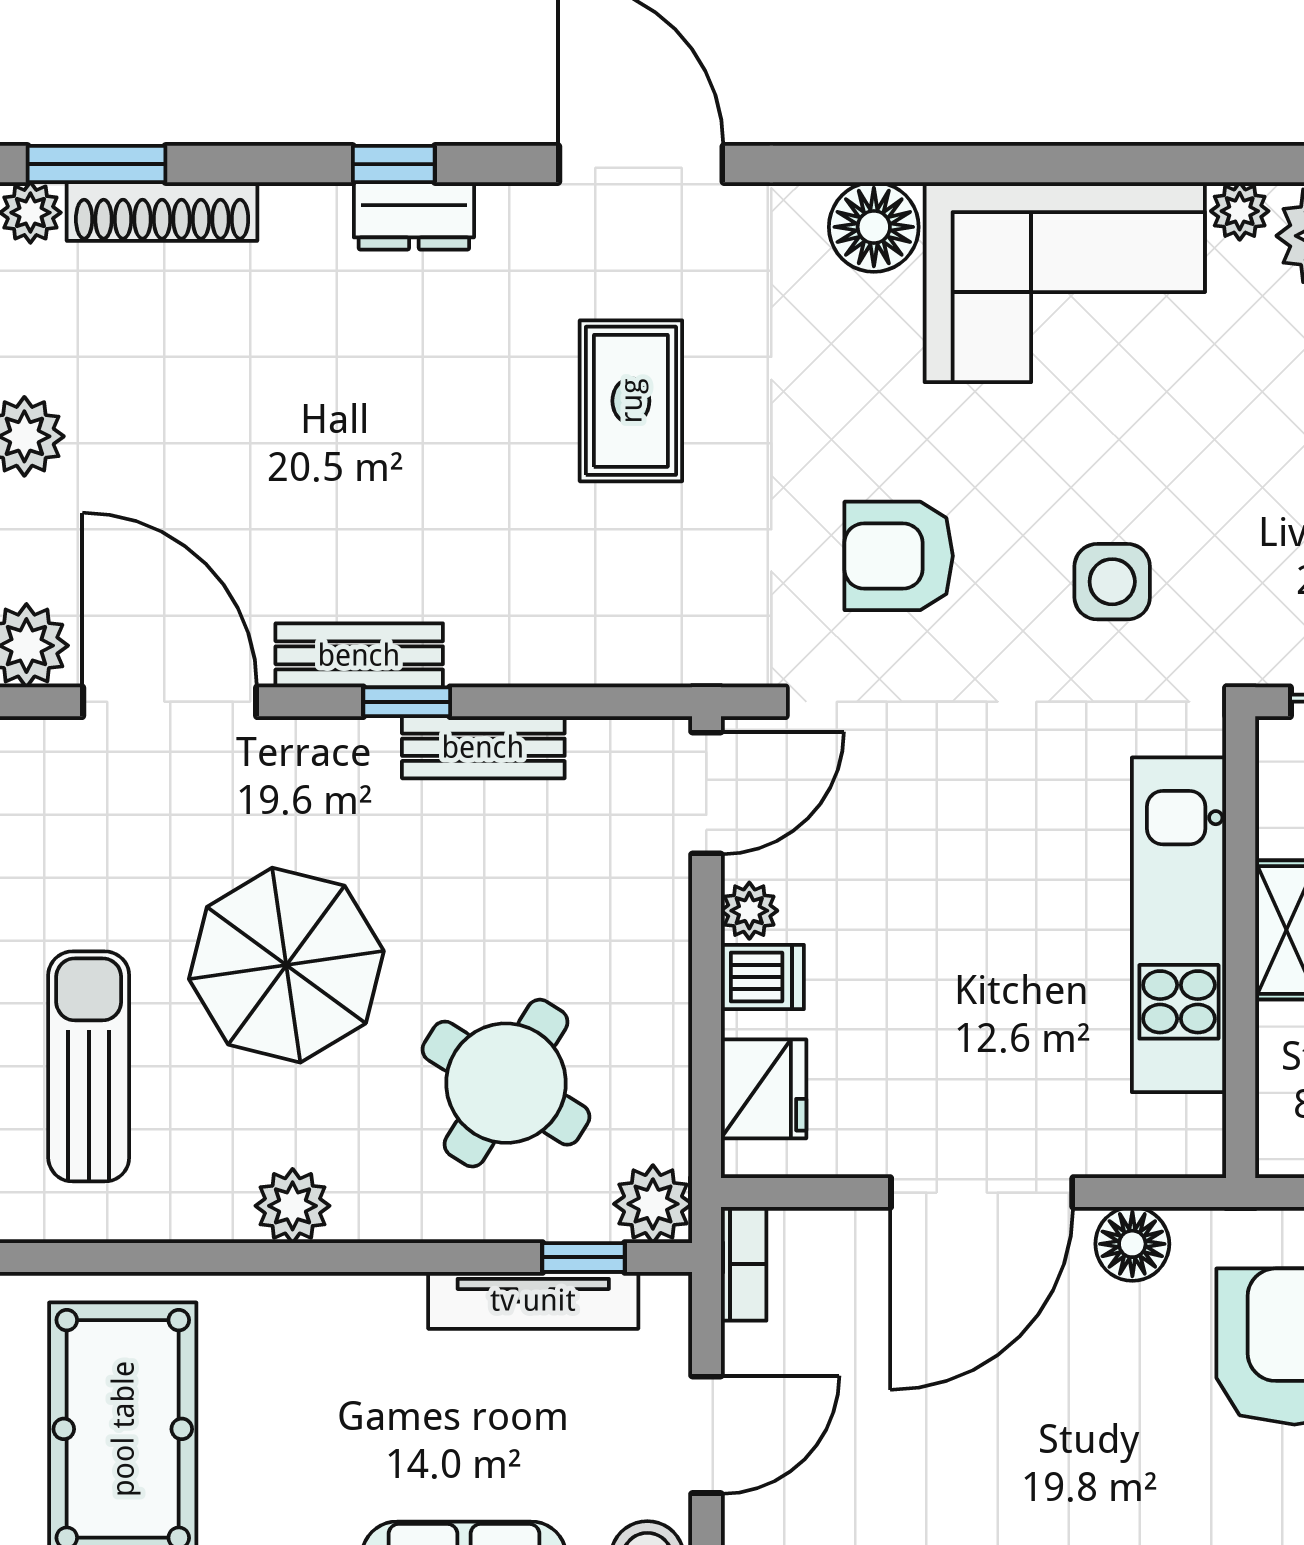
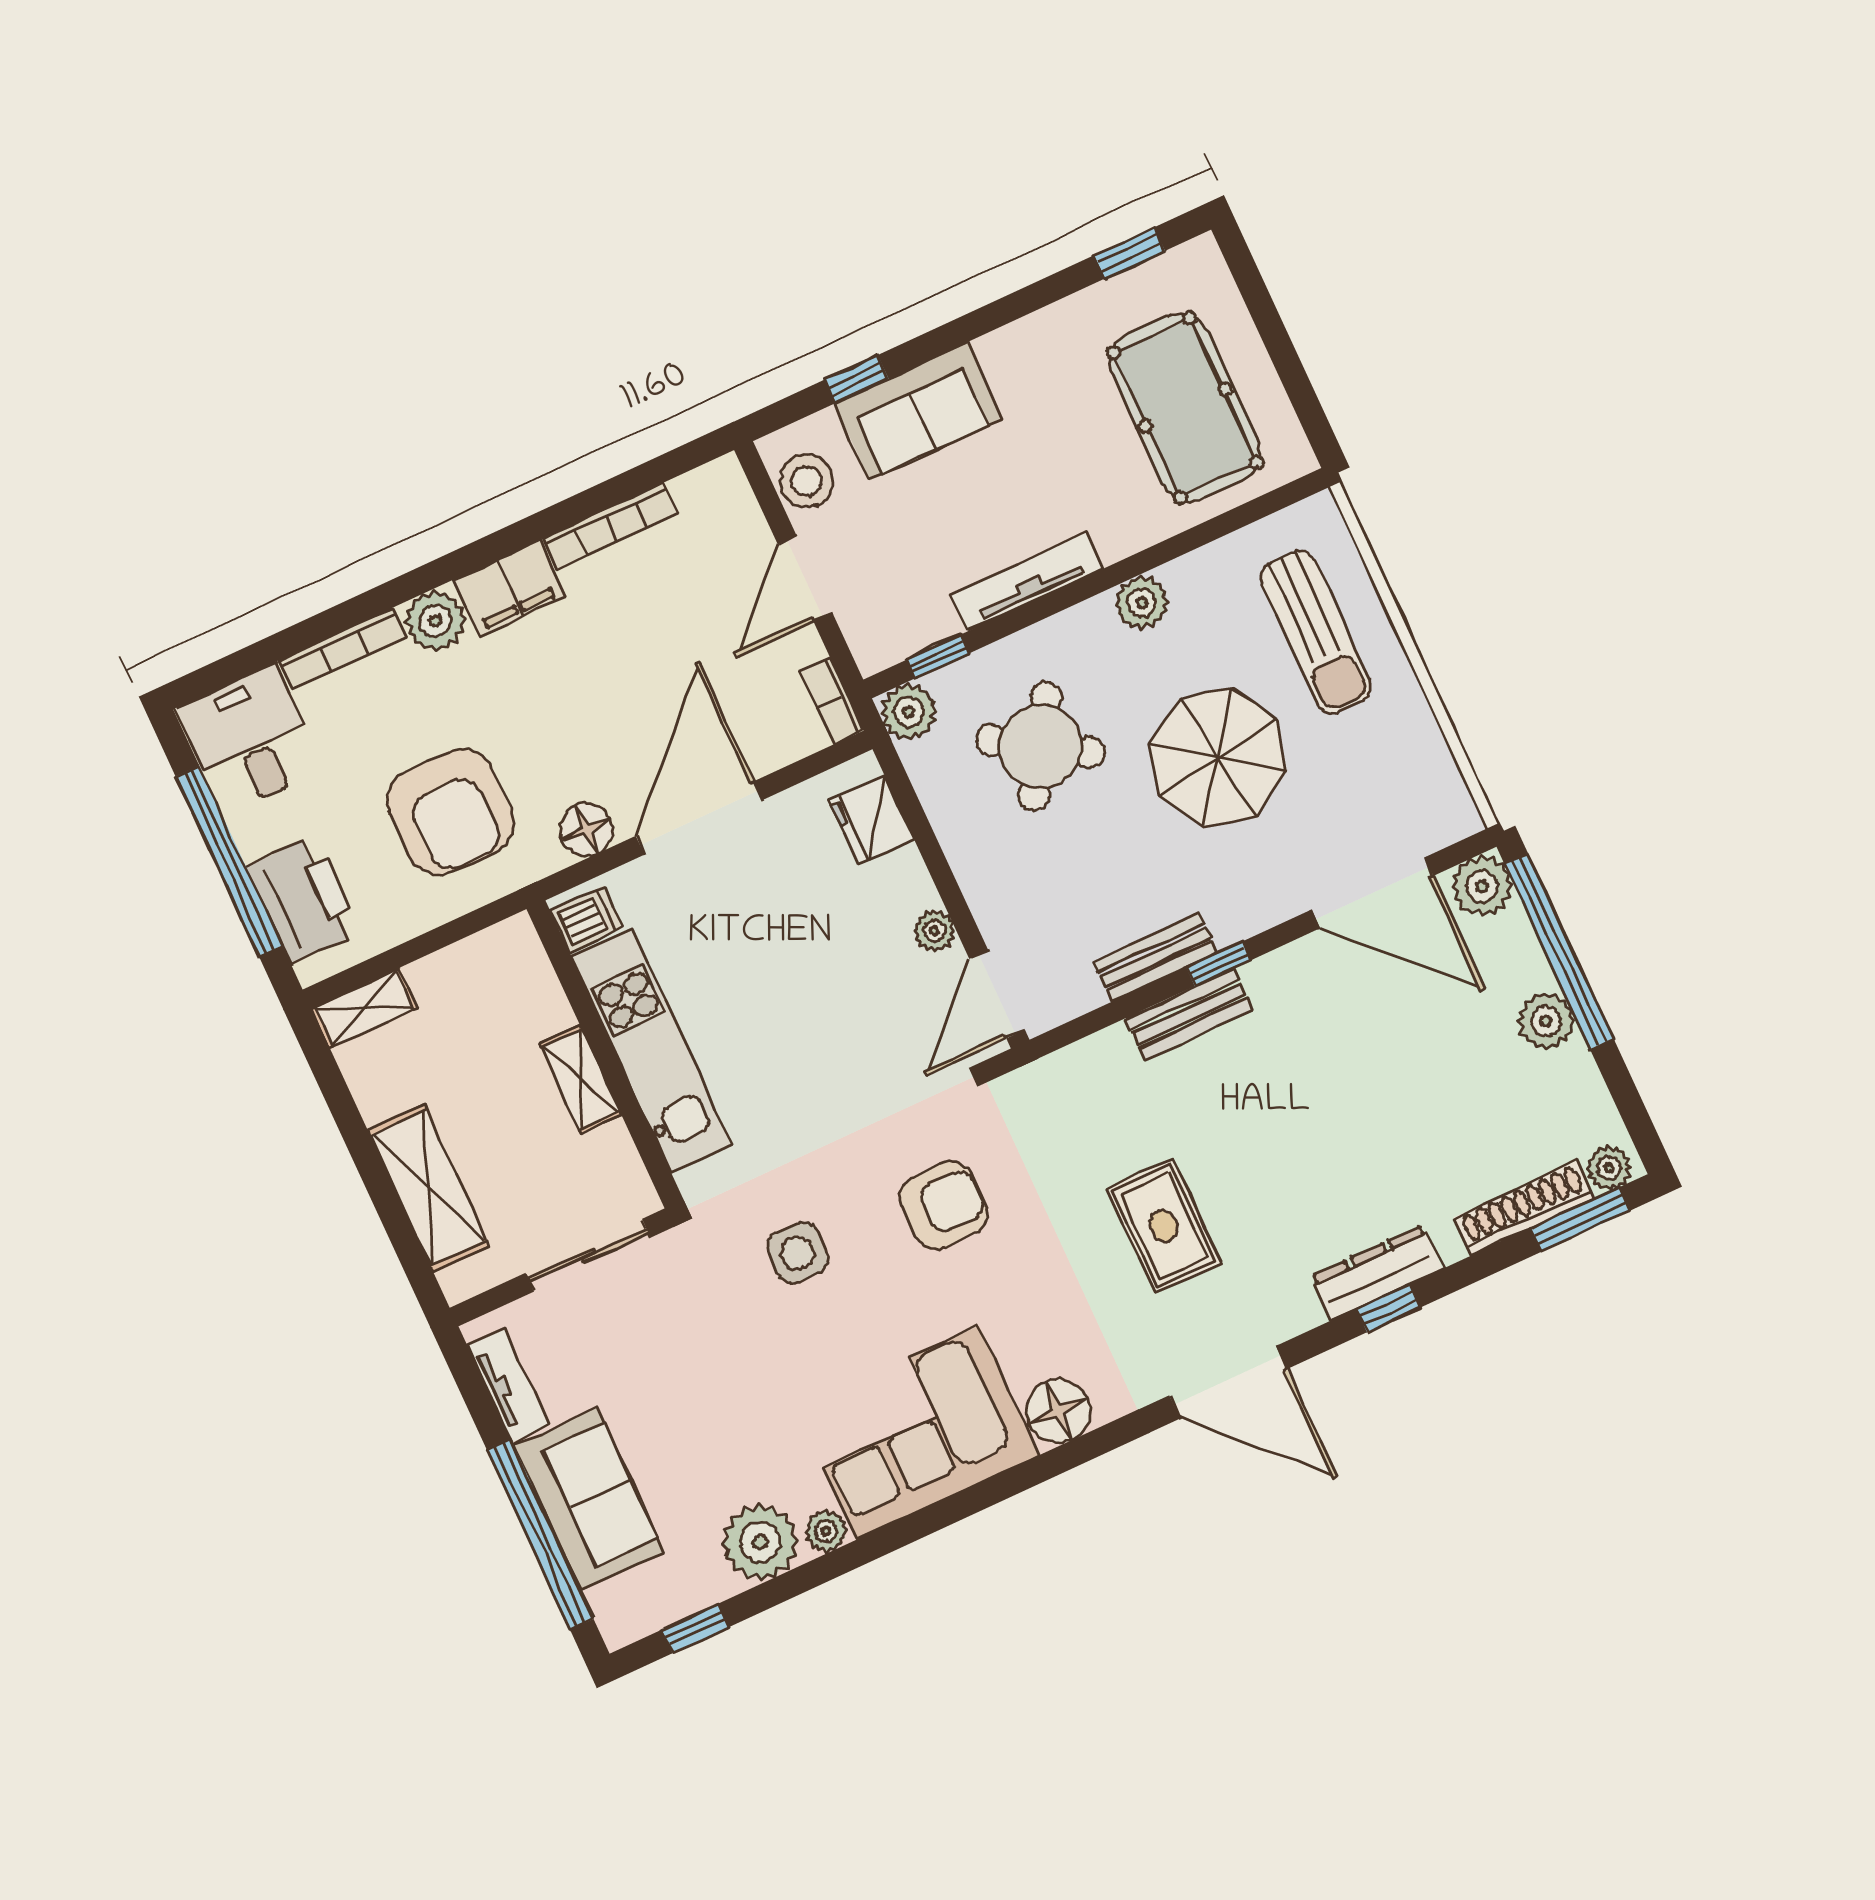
dresser: (414, 216) -> (1377, 1273), width x1.44
bench: (359, 655) -> (1189, 1014), moved
dishwasher: (762, 977) -> (586, 919), moved, turned 180
tv unit: (533, 1300) -> (1027, 581), moved

